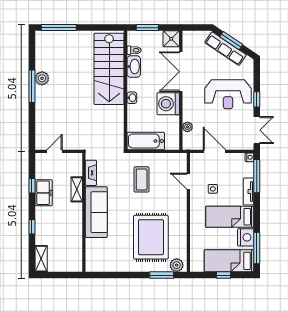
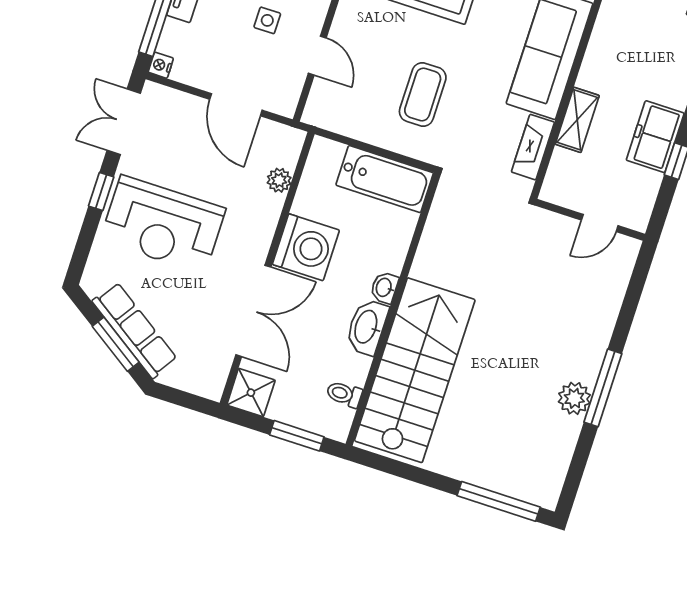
washbasin: (134, 67) -> (367, 327), moved
reception desk: (228, 94) -> (163, 224), turned 180

